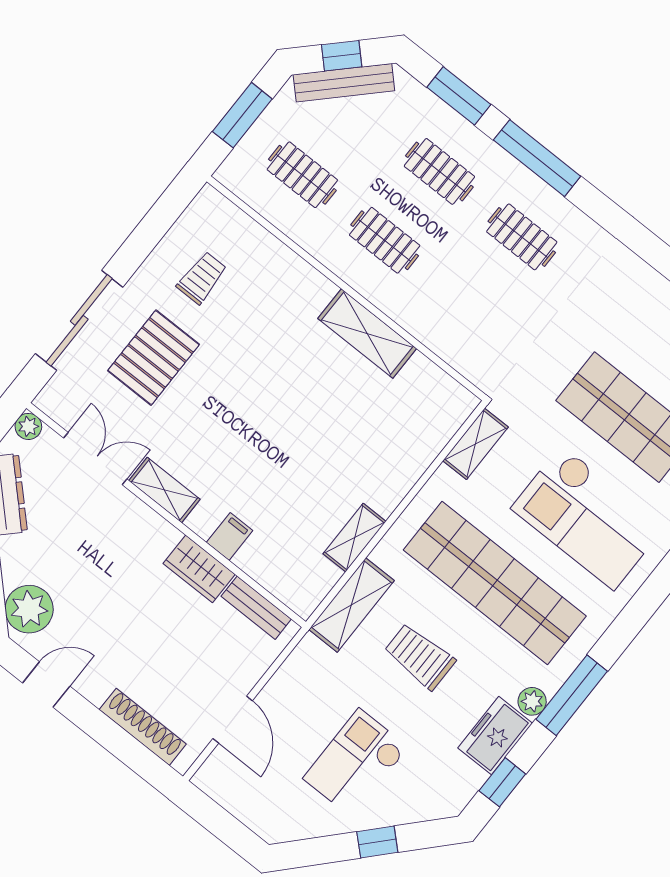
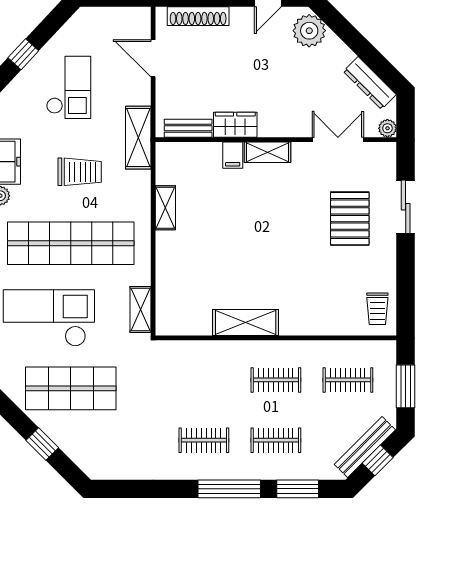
trolley: (202, 278) -> (377, 309), moved
sliding door: (79, 320) -> (406, 207), width x0.73
double door: (95, 459) -> (338, 140), swing flipped
shelving: (164, 490) -> (267, 152), moved
shelving: (351, 605) -> (138, 138), moved

